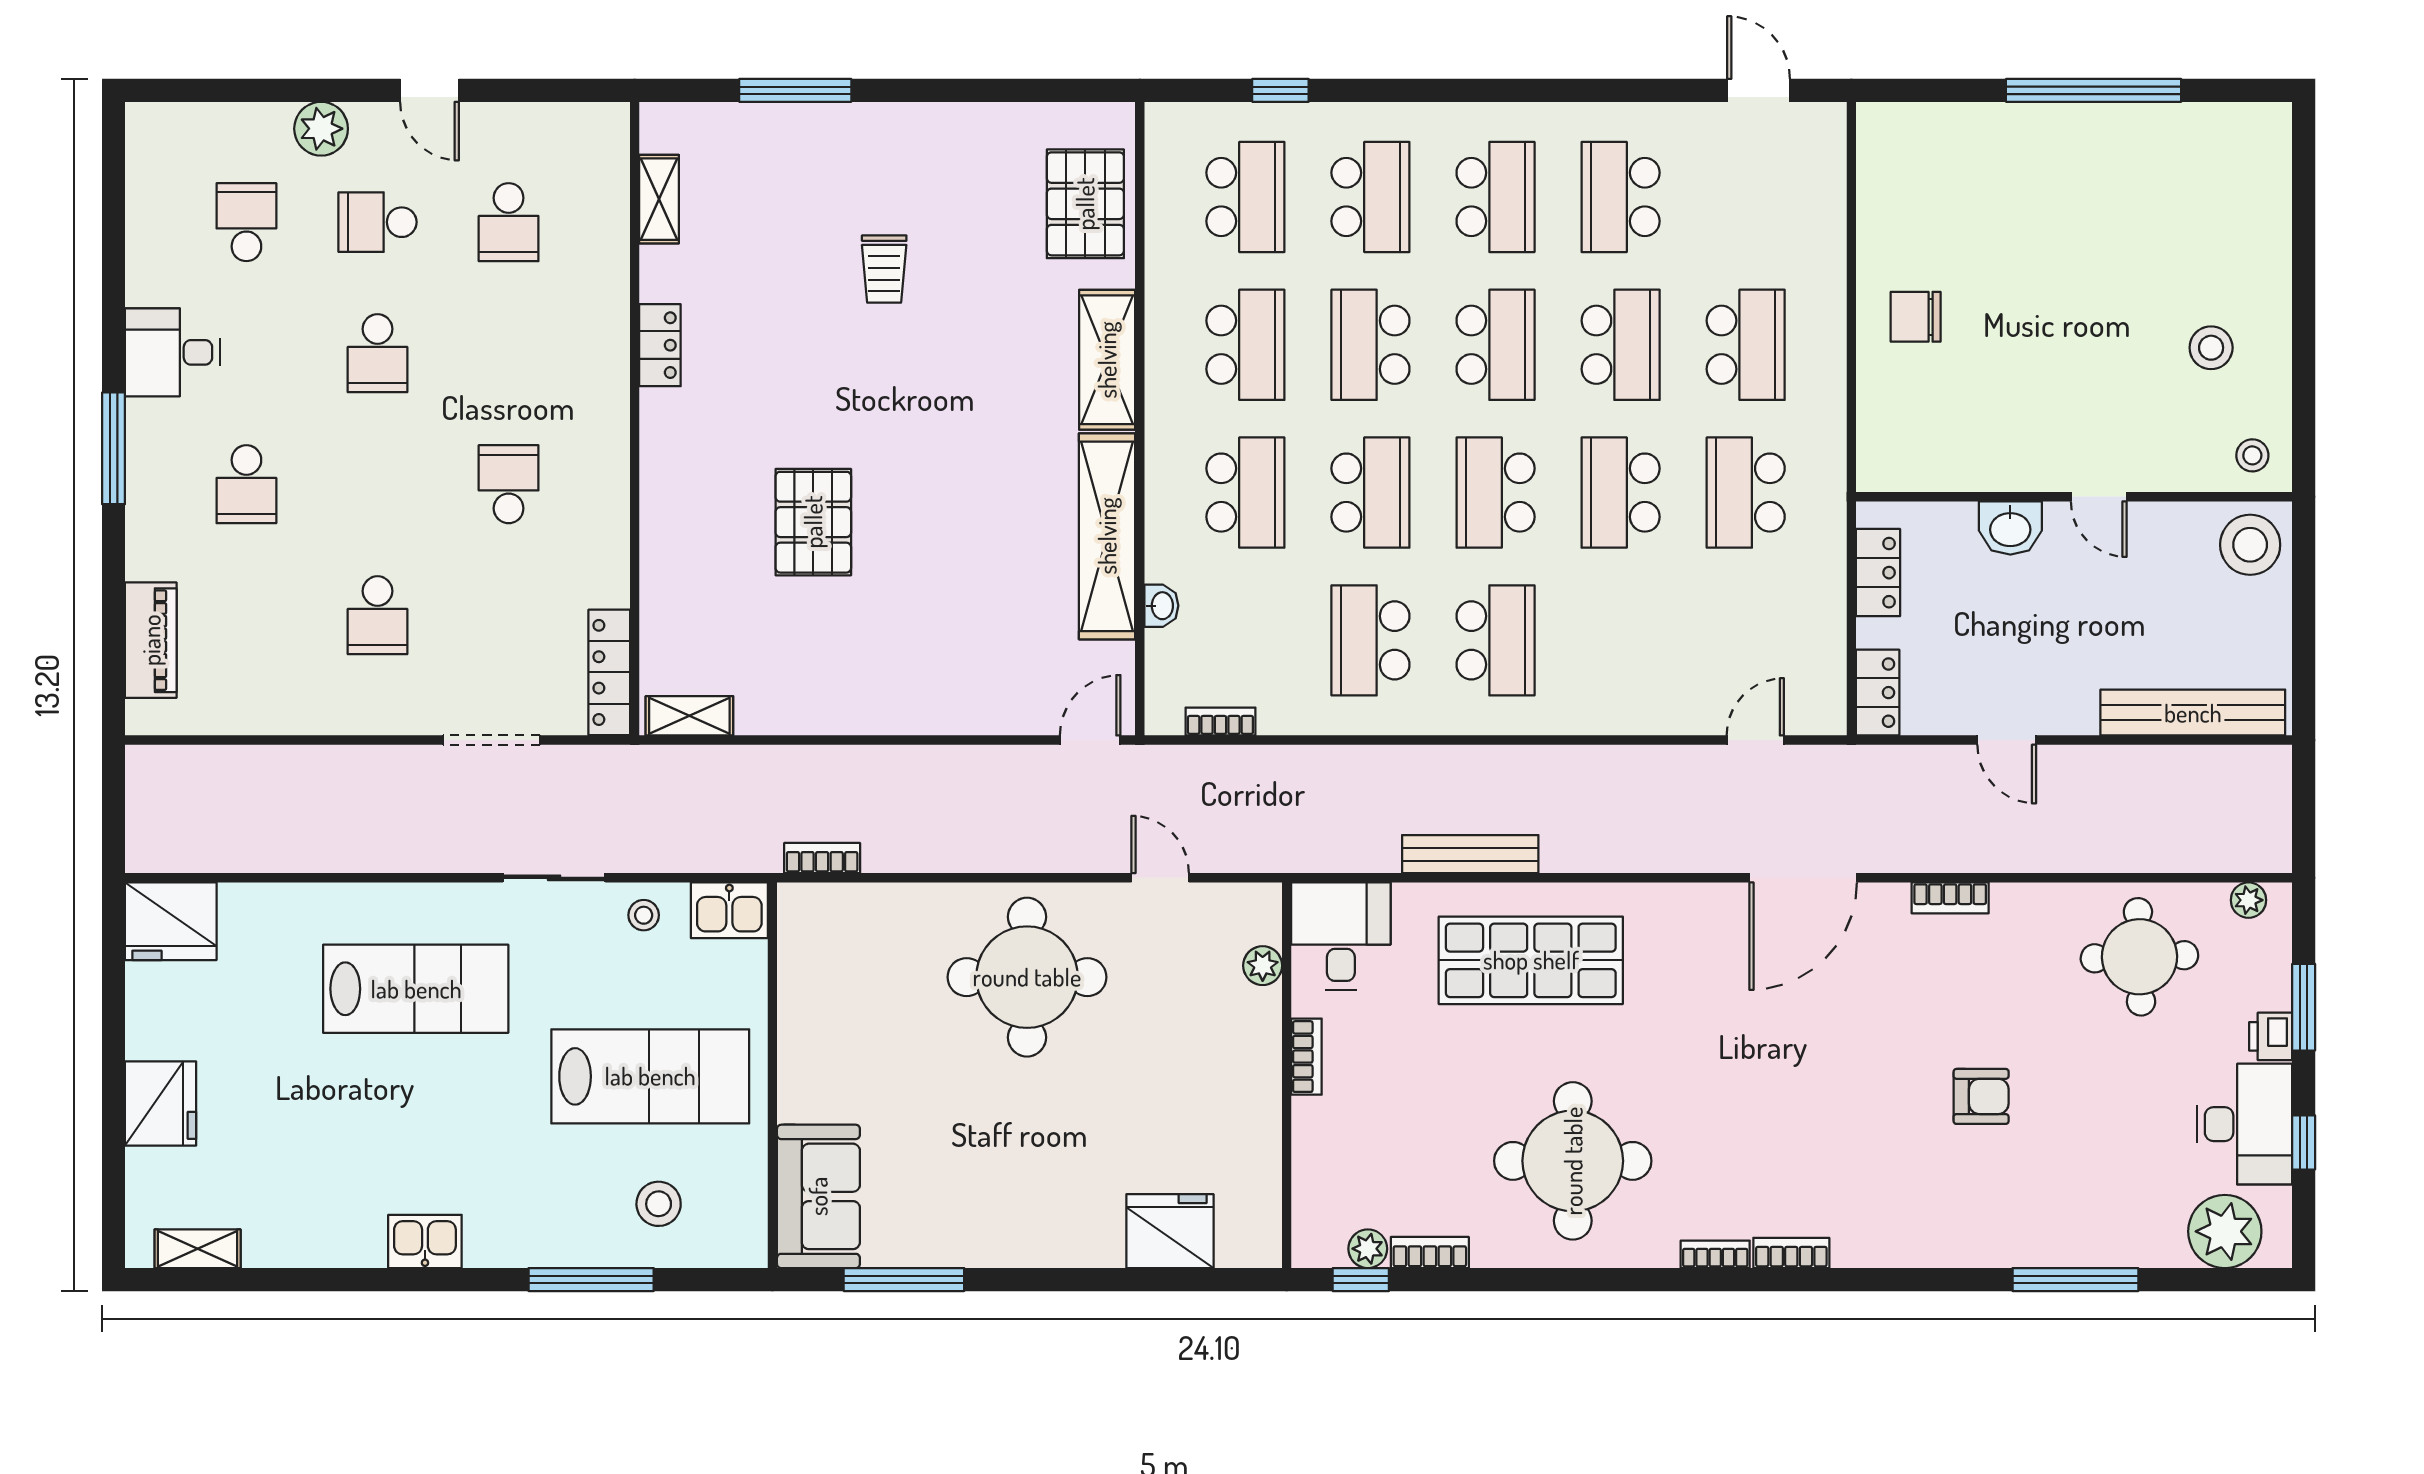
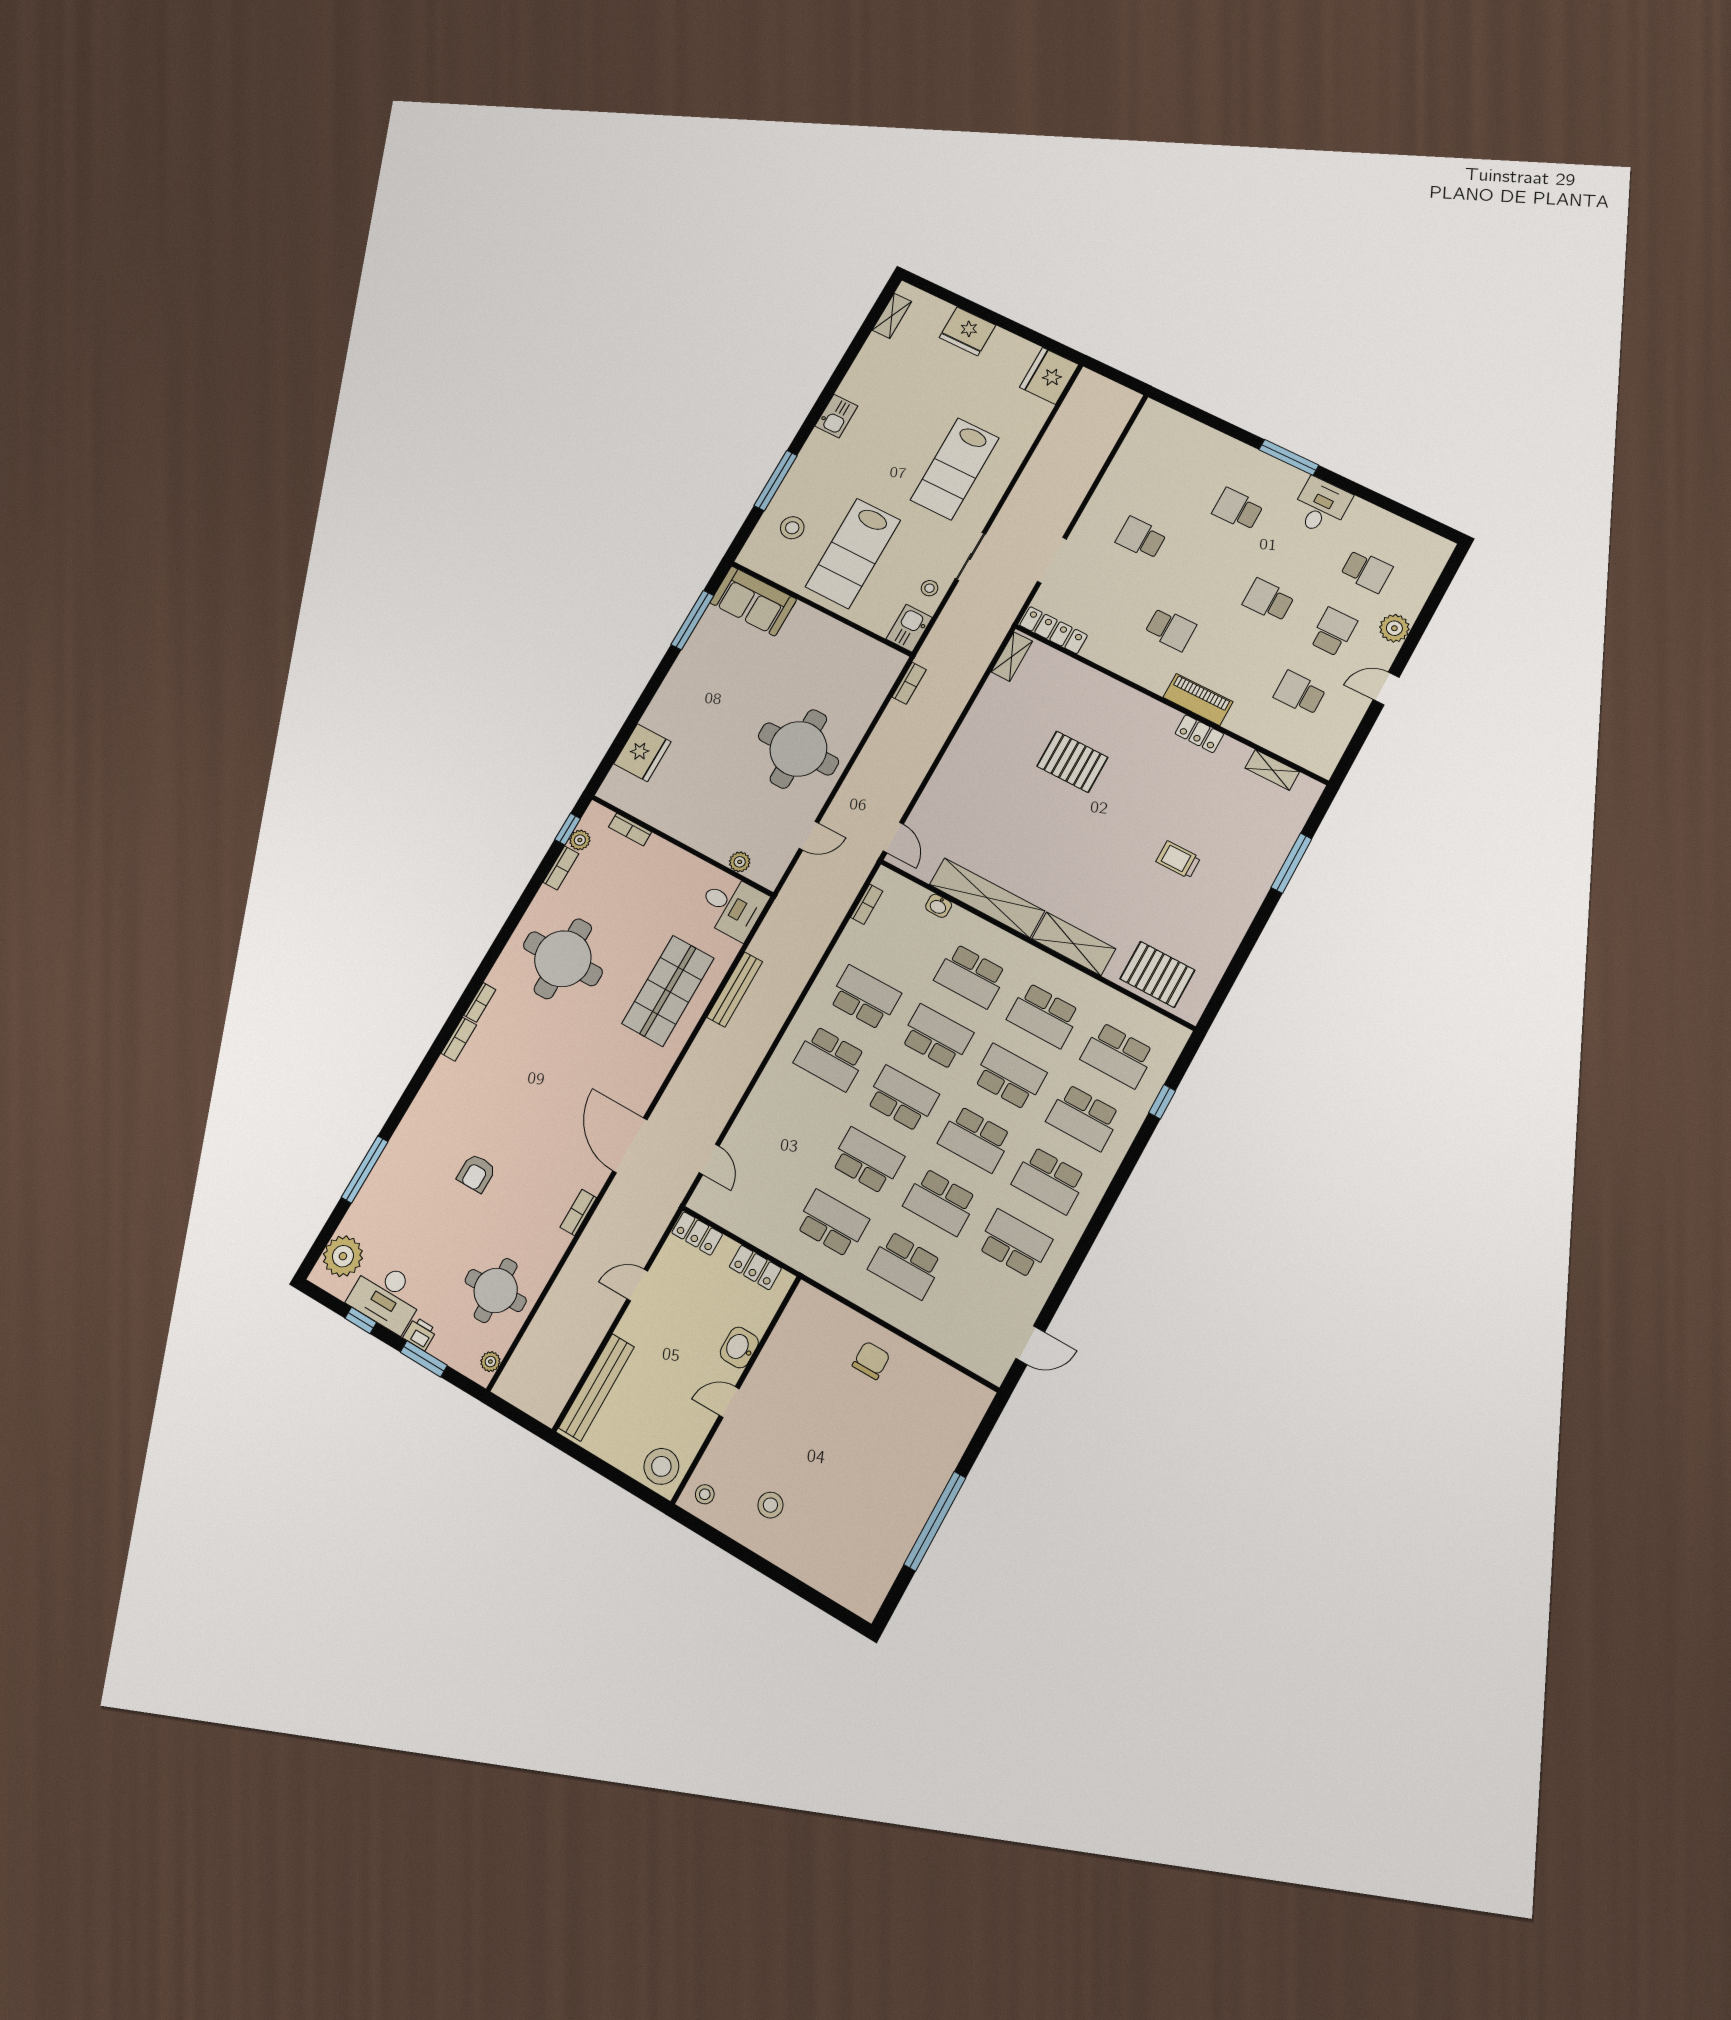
school desk: (1370, 493) -> (937, 1037), turned 180
piano: (151, 640) -> (1198, 700), moved, turned 180
bookcase: (1306, 1057) -> (630, 830), moved

